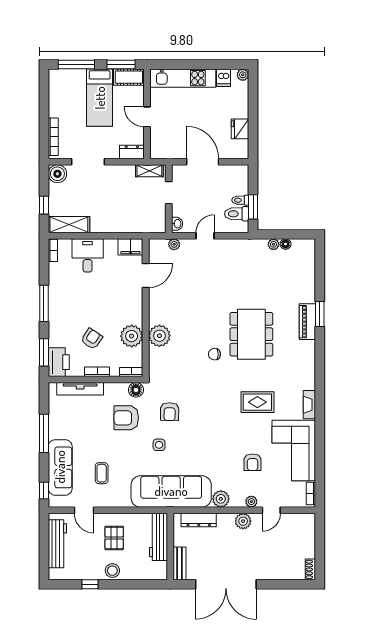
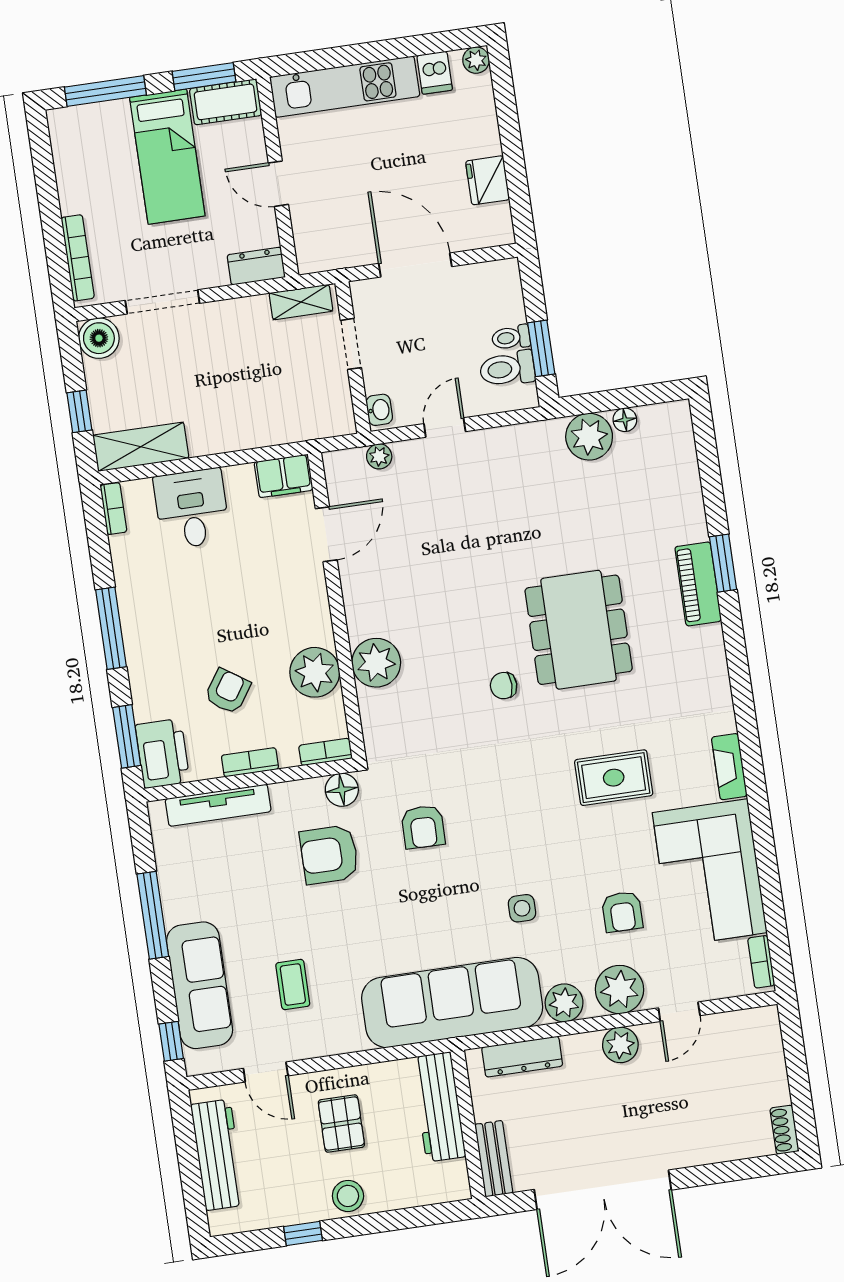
plant: (273, 244) -> (589, 437), width x1.88, depth x1.88
side table: (159, 445) -> (522, 908), moved
plant: (251, 502) -> (620, 989), width x1.88, depth x1.88

